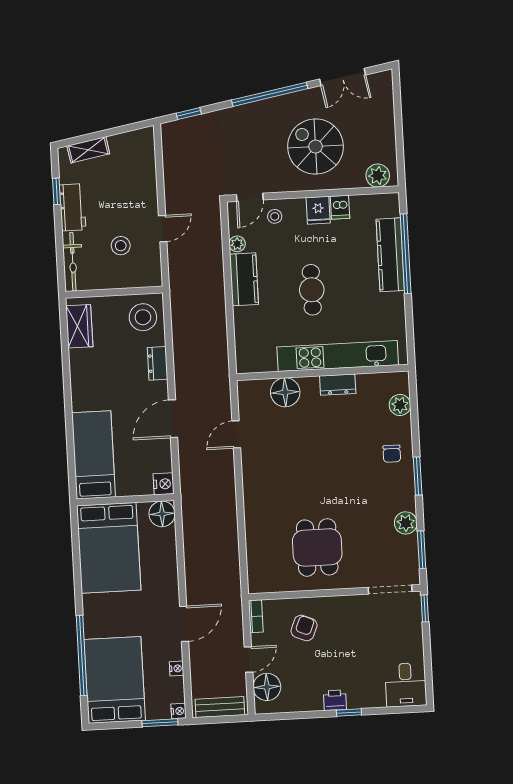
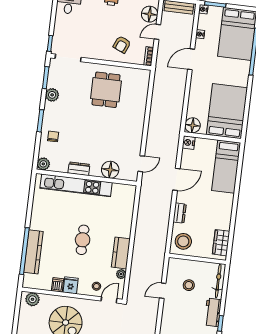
kitchen unit: (338, 356) -> (76, 185), moved
wall: (322, 372) -> (87, 177), moved
dresser: (338, 385) -> (79, 169), moved
floor lamp: (285, 392) -> (110, 170), moved

